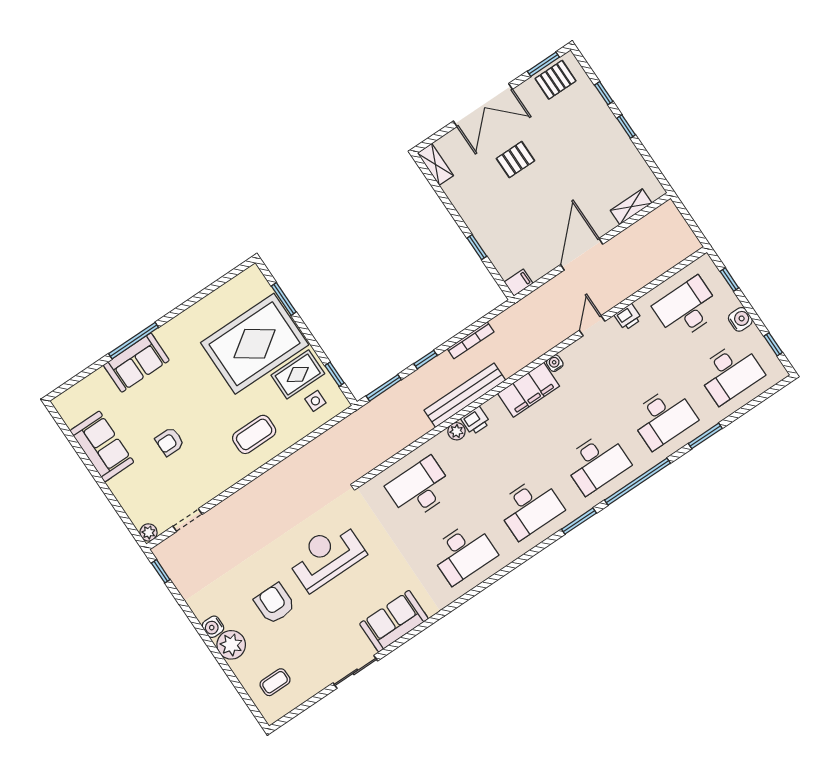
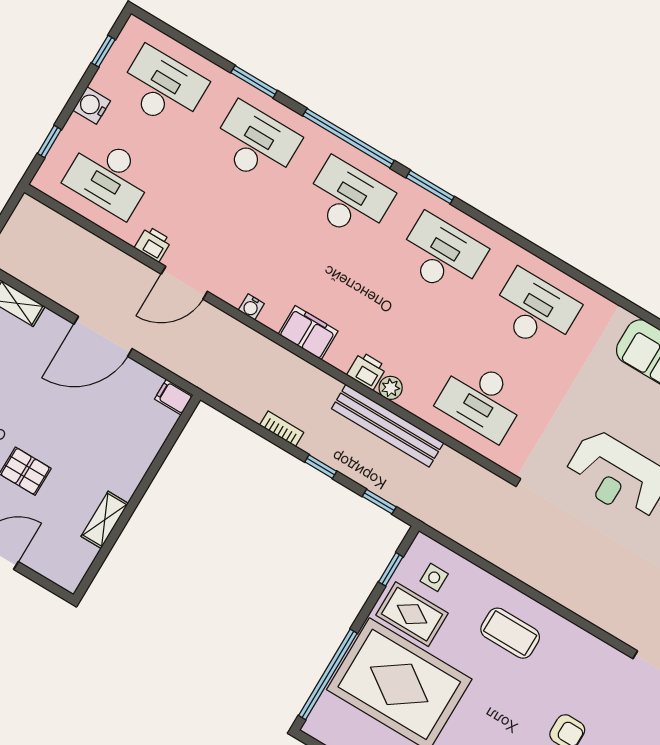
shelving: (435, 164) -> (105, 520), moved
window: (477, 247) -> (154, 468), removed
window: (284, 299) -> (328, 674), width x2.11
door: (592, 326) -> (184, 283), width x1.38
bookcase: (471, 340) -> (282, 429), width x0.64
window: (384, 388) -> (379, 502), width x0.67
filing cabinet: (528, 390) -> (308, 333), width x0.67, depth x0.86
bench: (465, 395) -> (388, 426), moved

